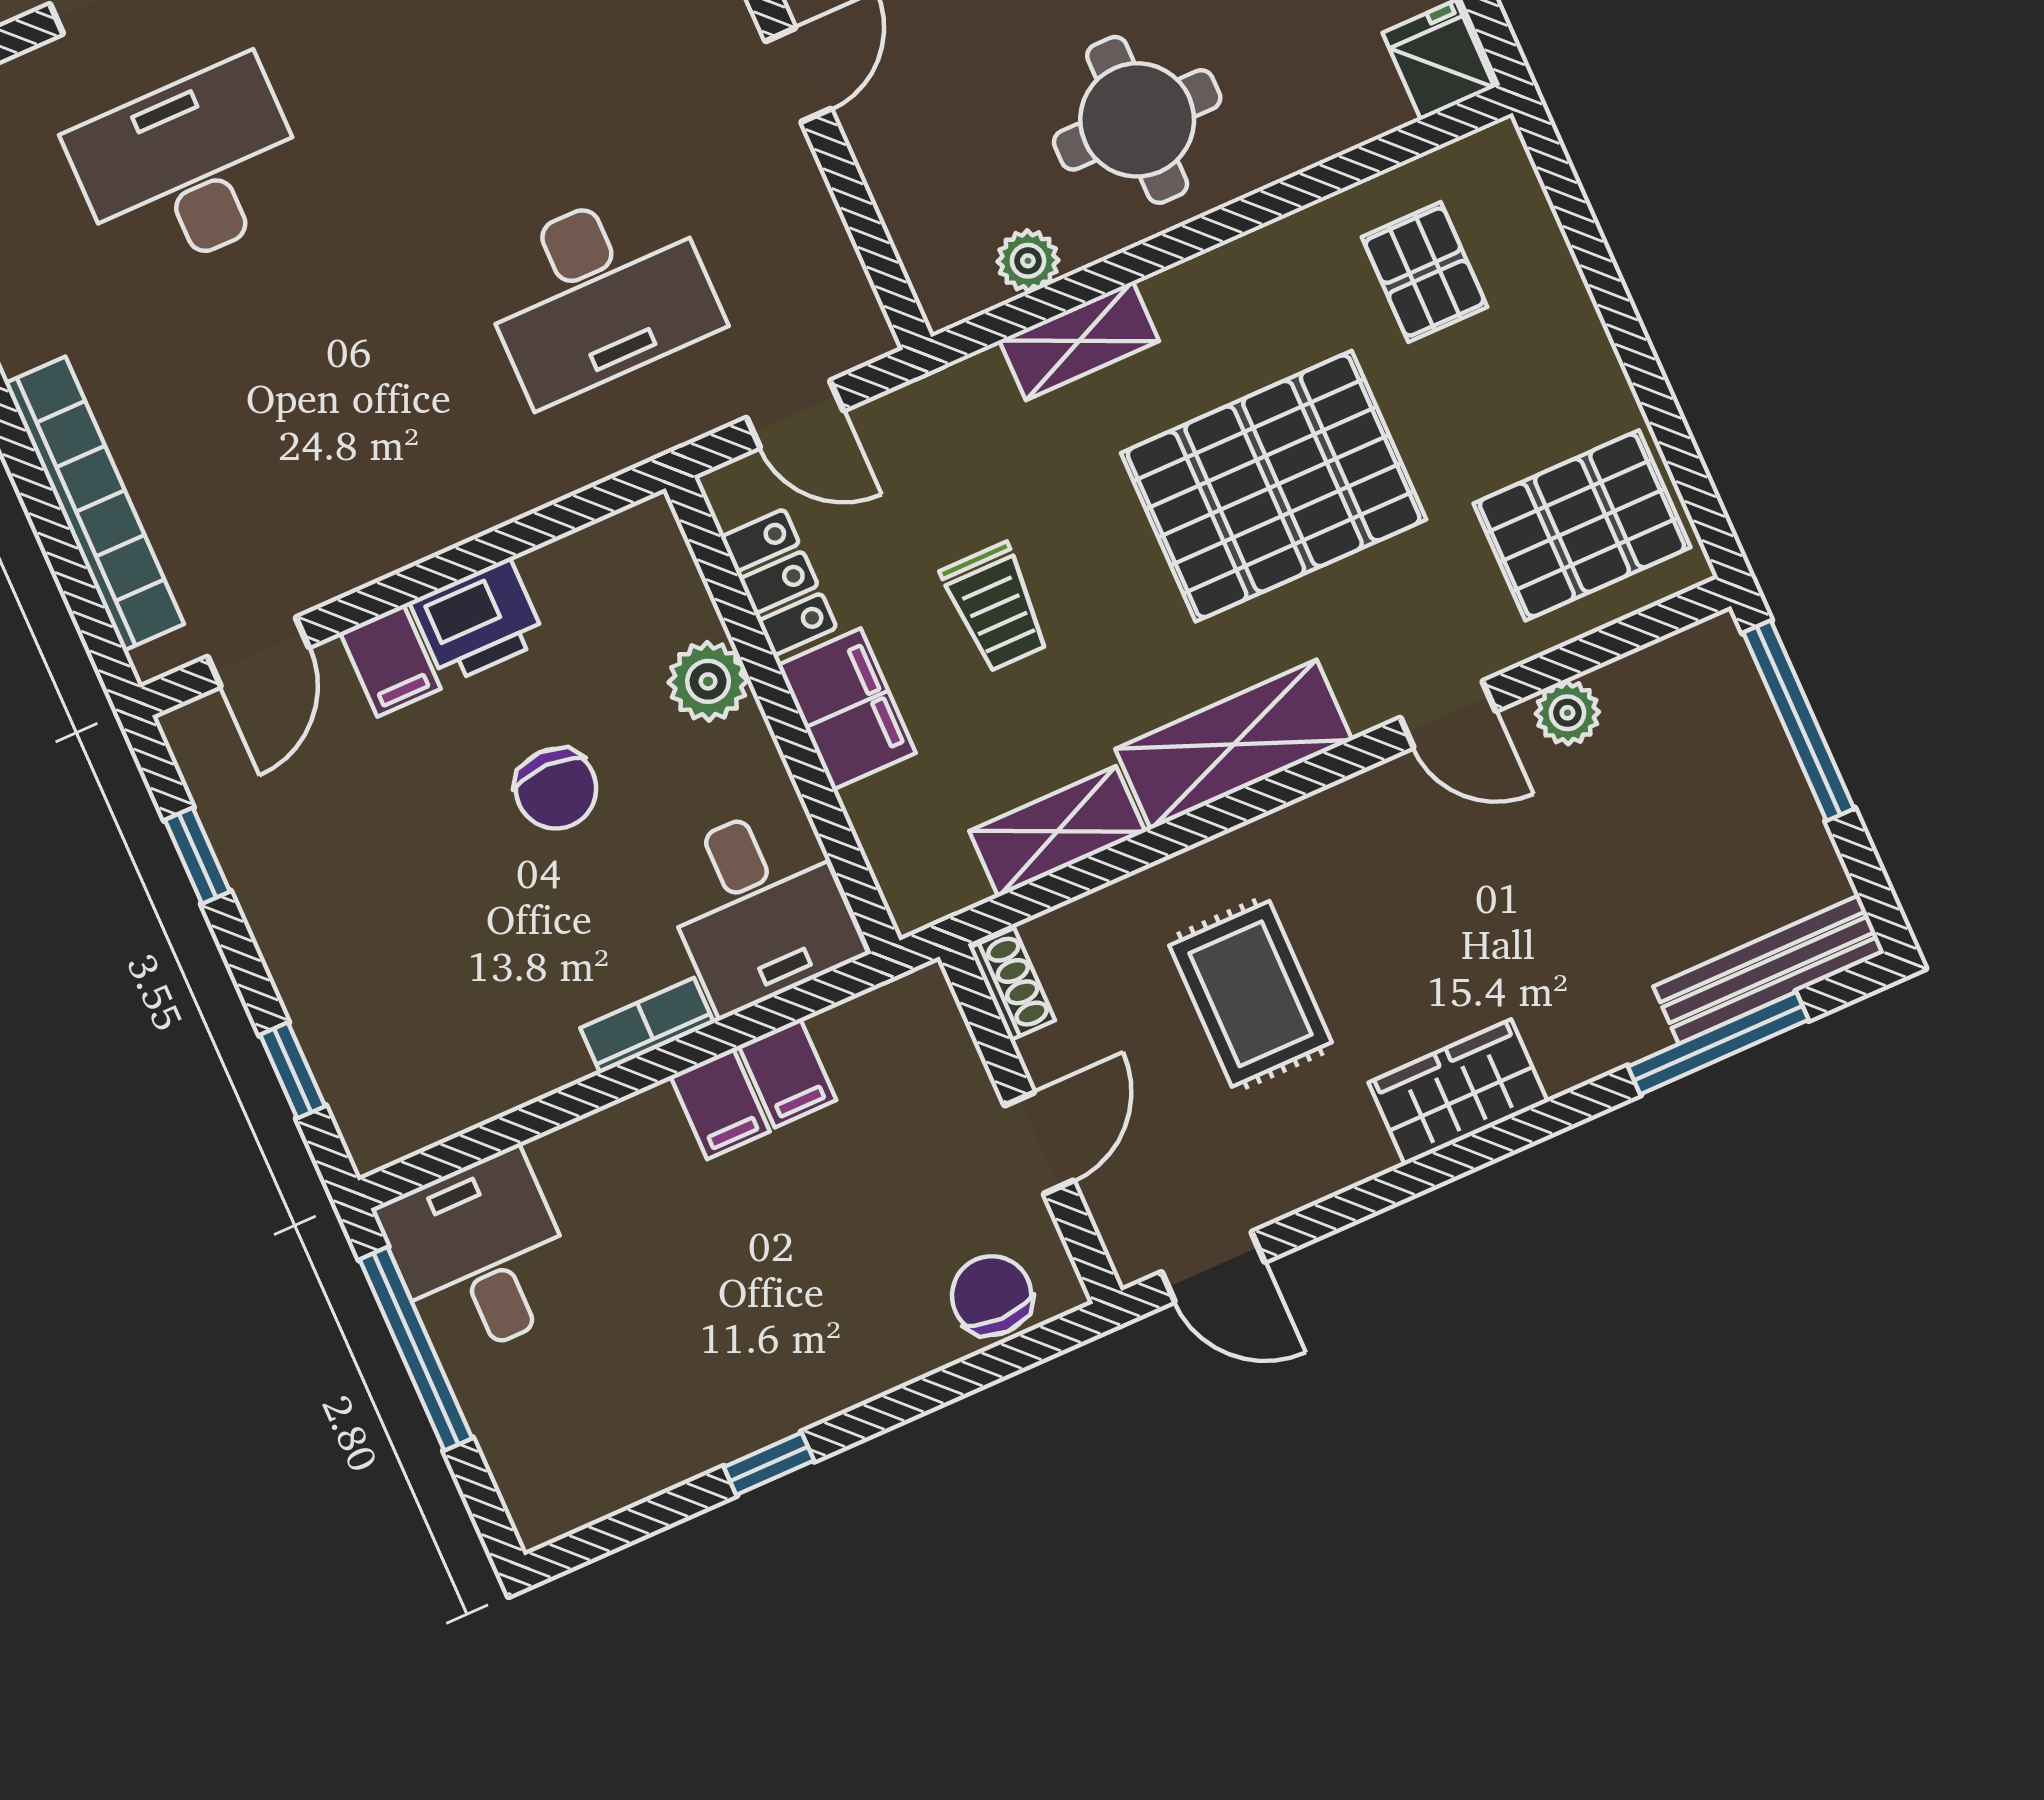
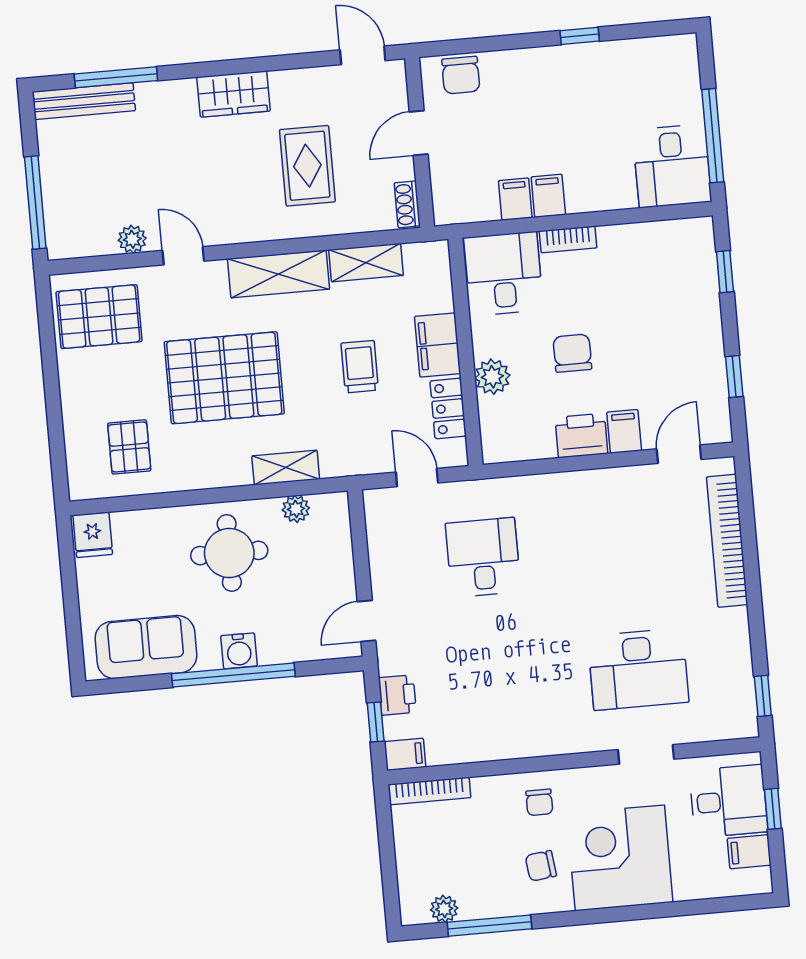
desk: (598, 293) -> (483, 557), width x0.73

